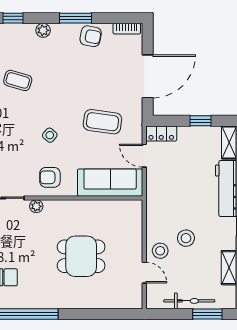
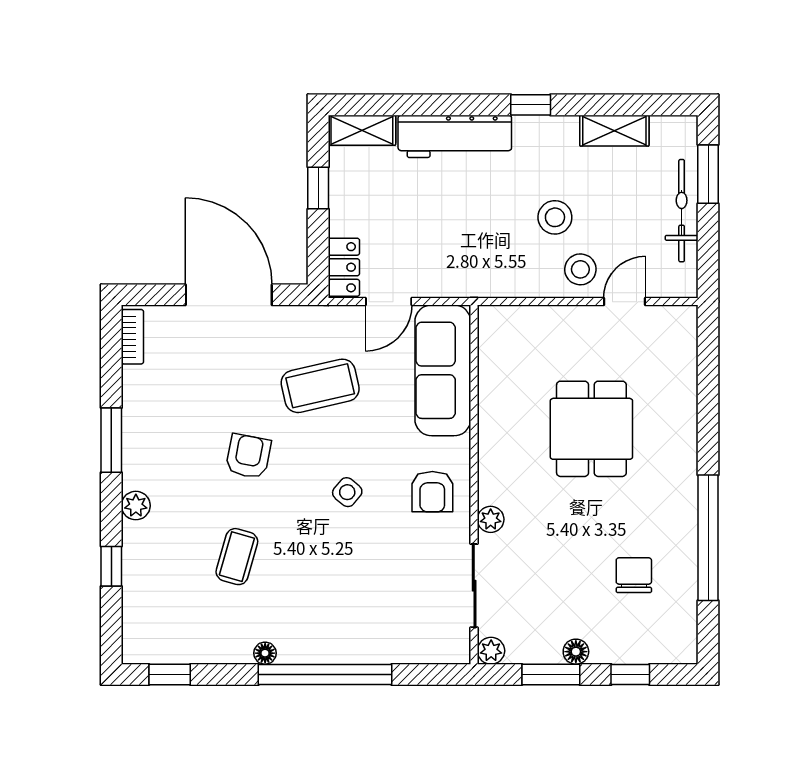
armchair: (91, 36) -> (248, 456), moved
coffee table: (102, 122) -> (320, 386), turned 69

